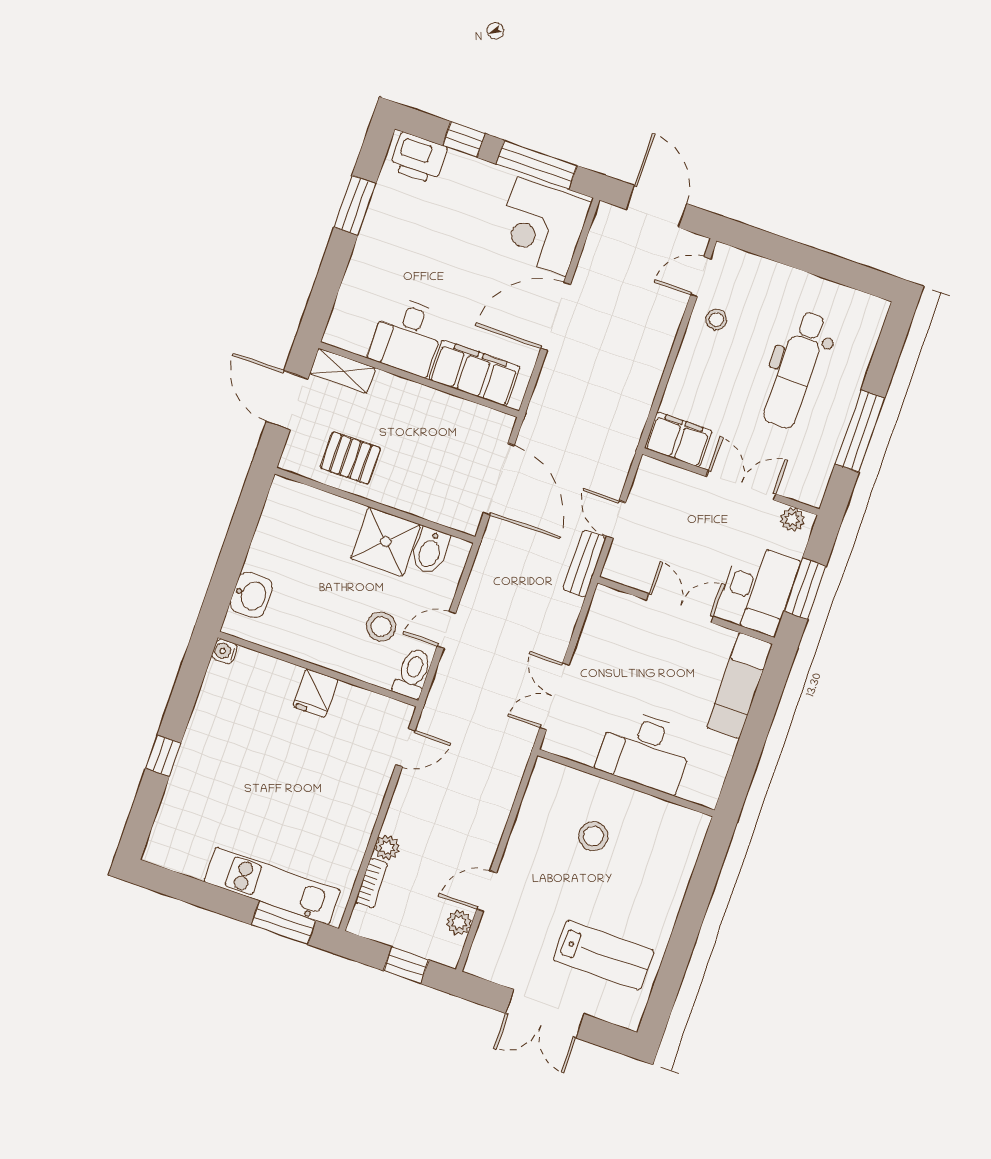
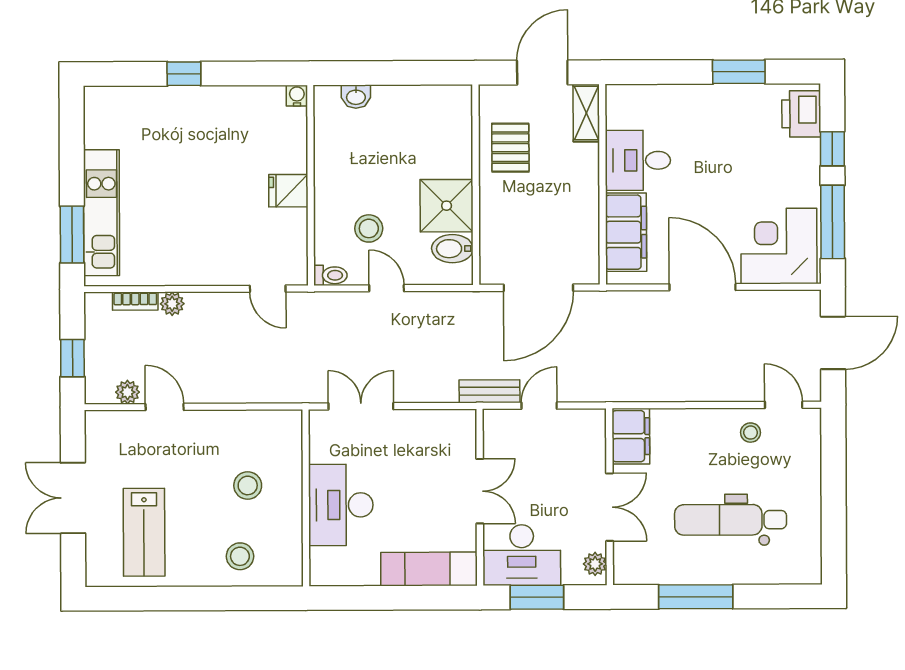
washbasin: (251, 595) -> (356, 97), width x0.72, depth x0.69
toilet: (413, 673) -> (330, 275), width x0.73, depth x0.72
stool: (661, 869) -> (240, 556), added

